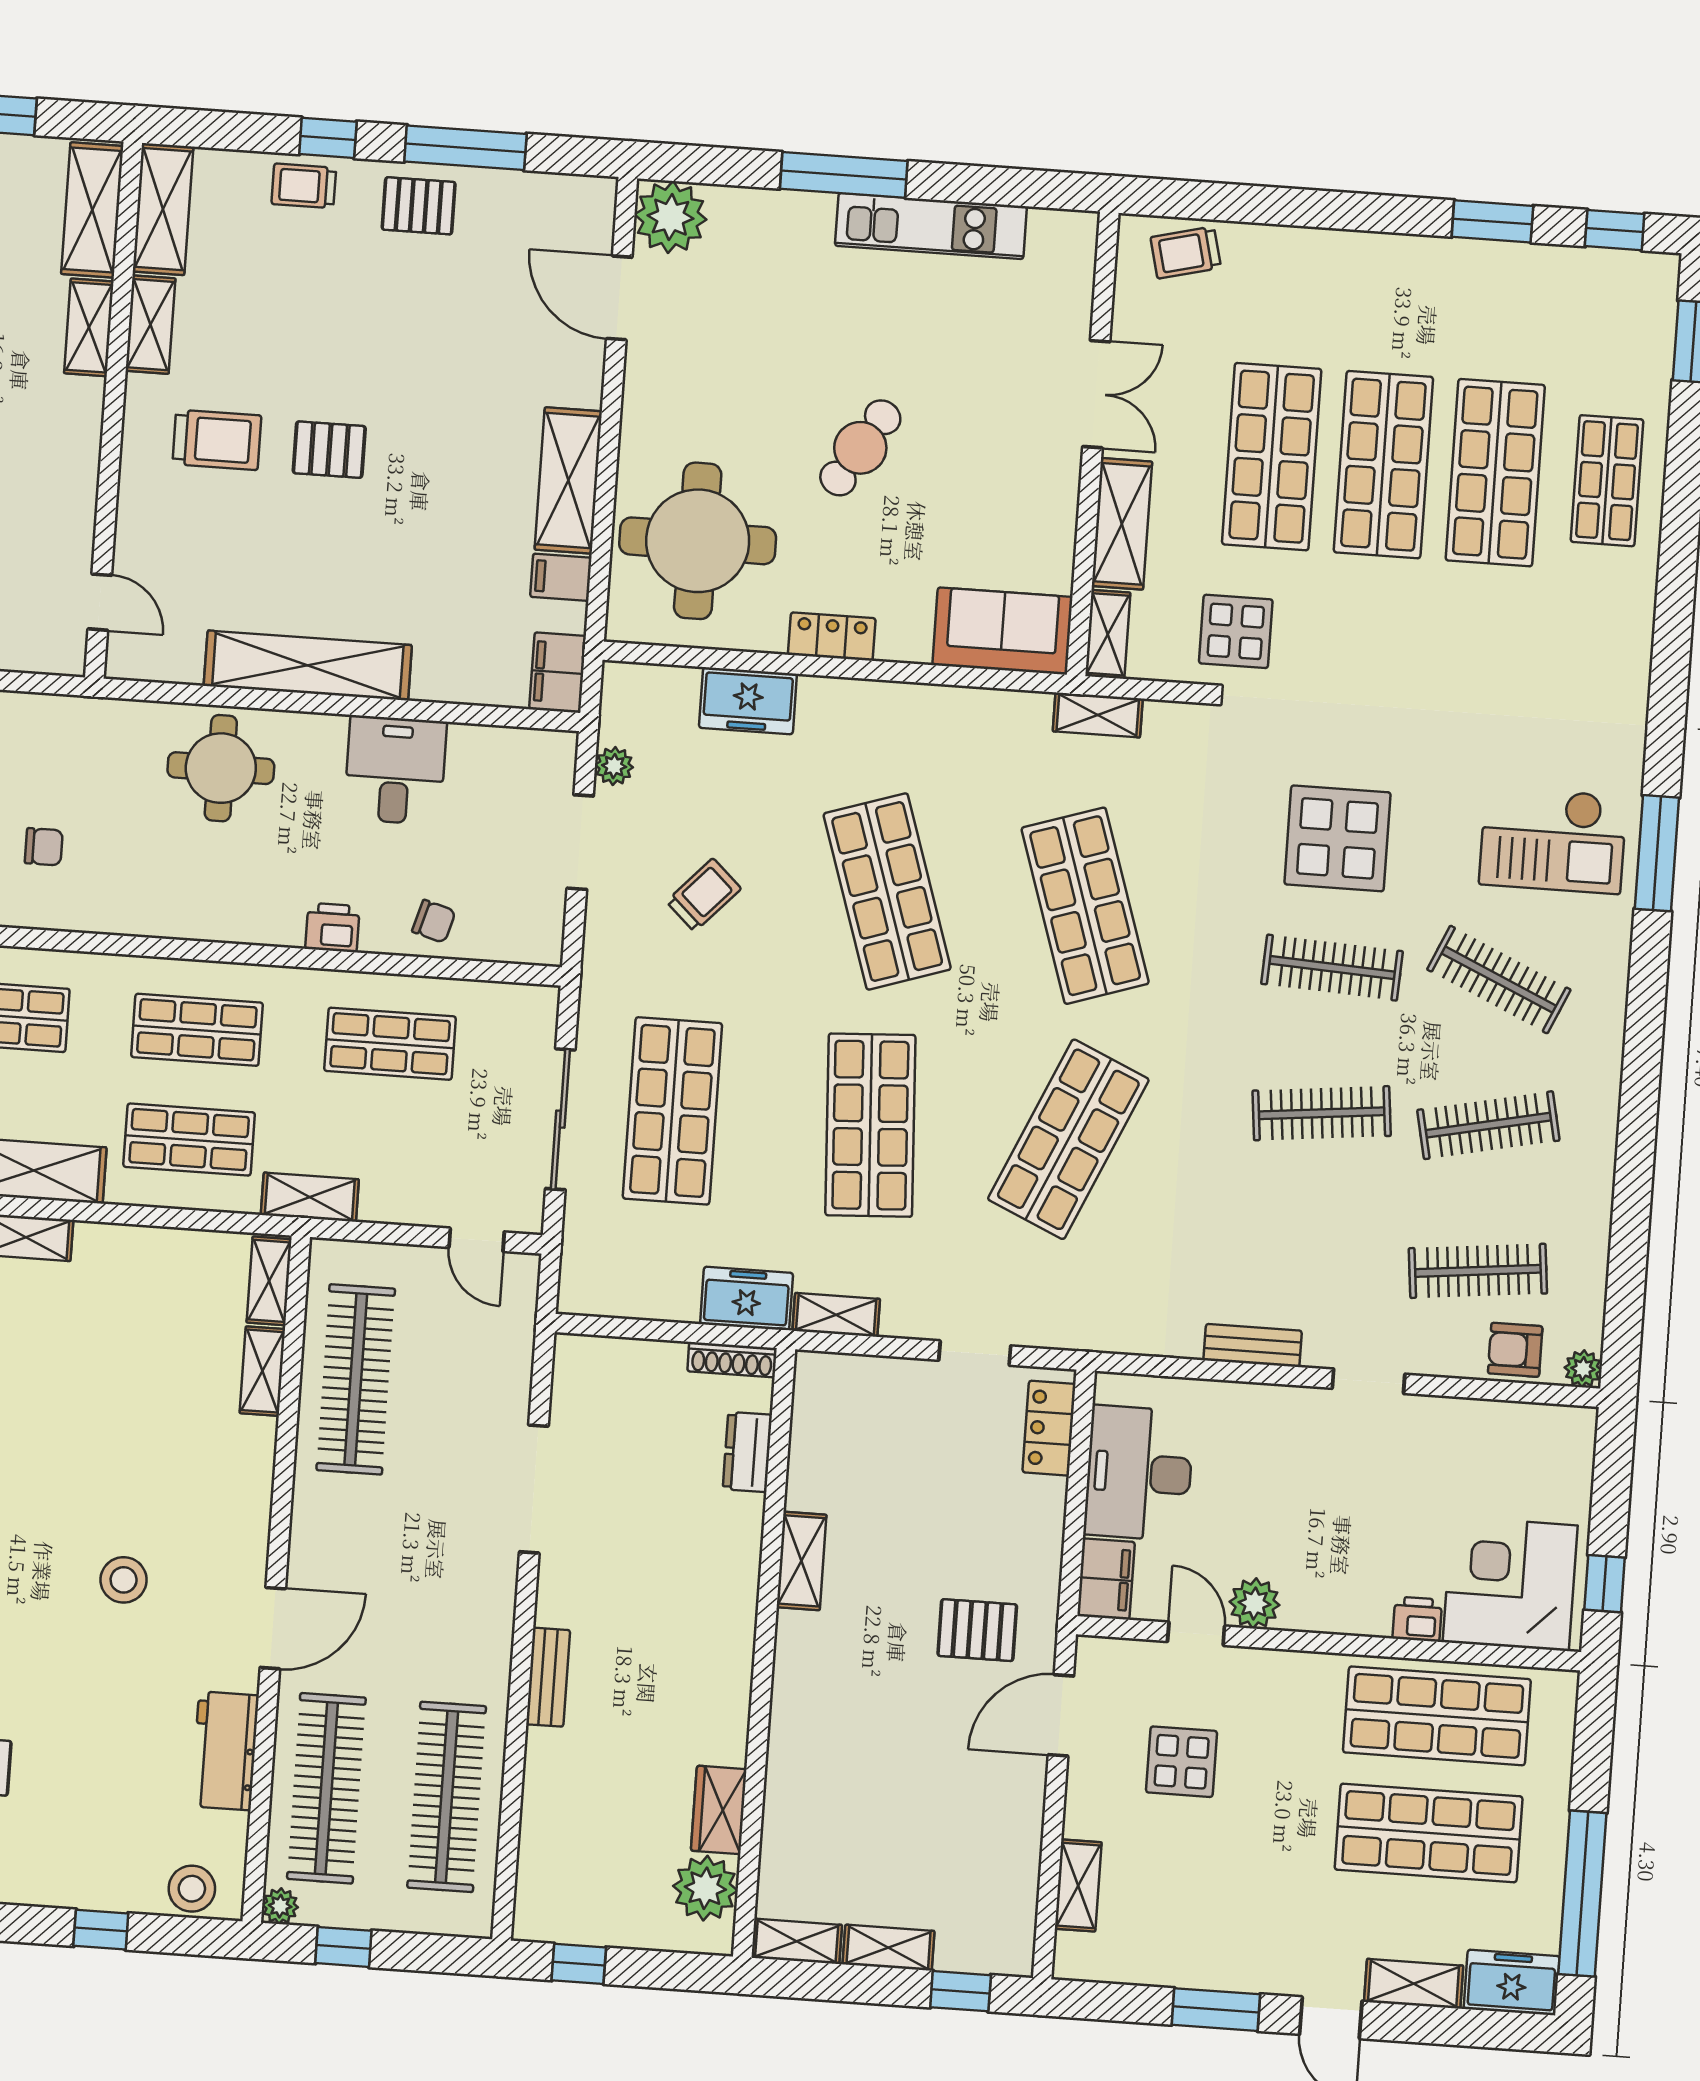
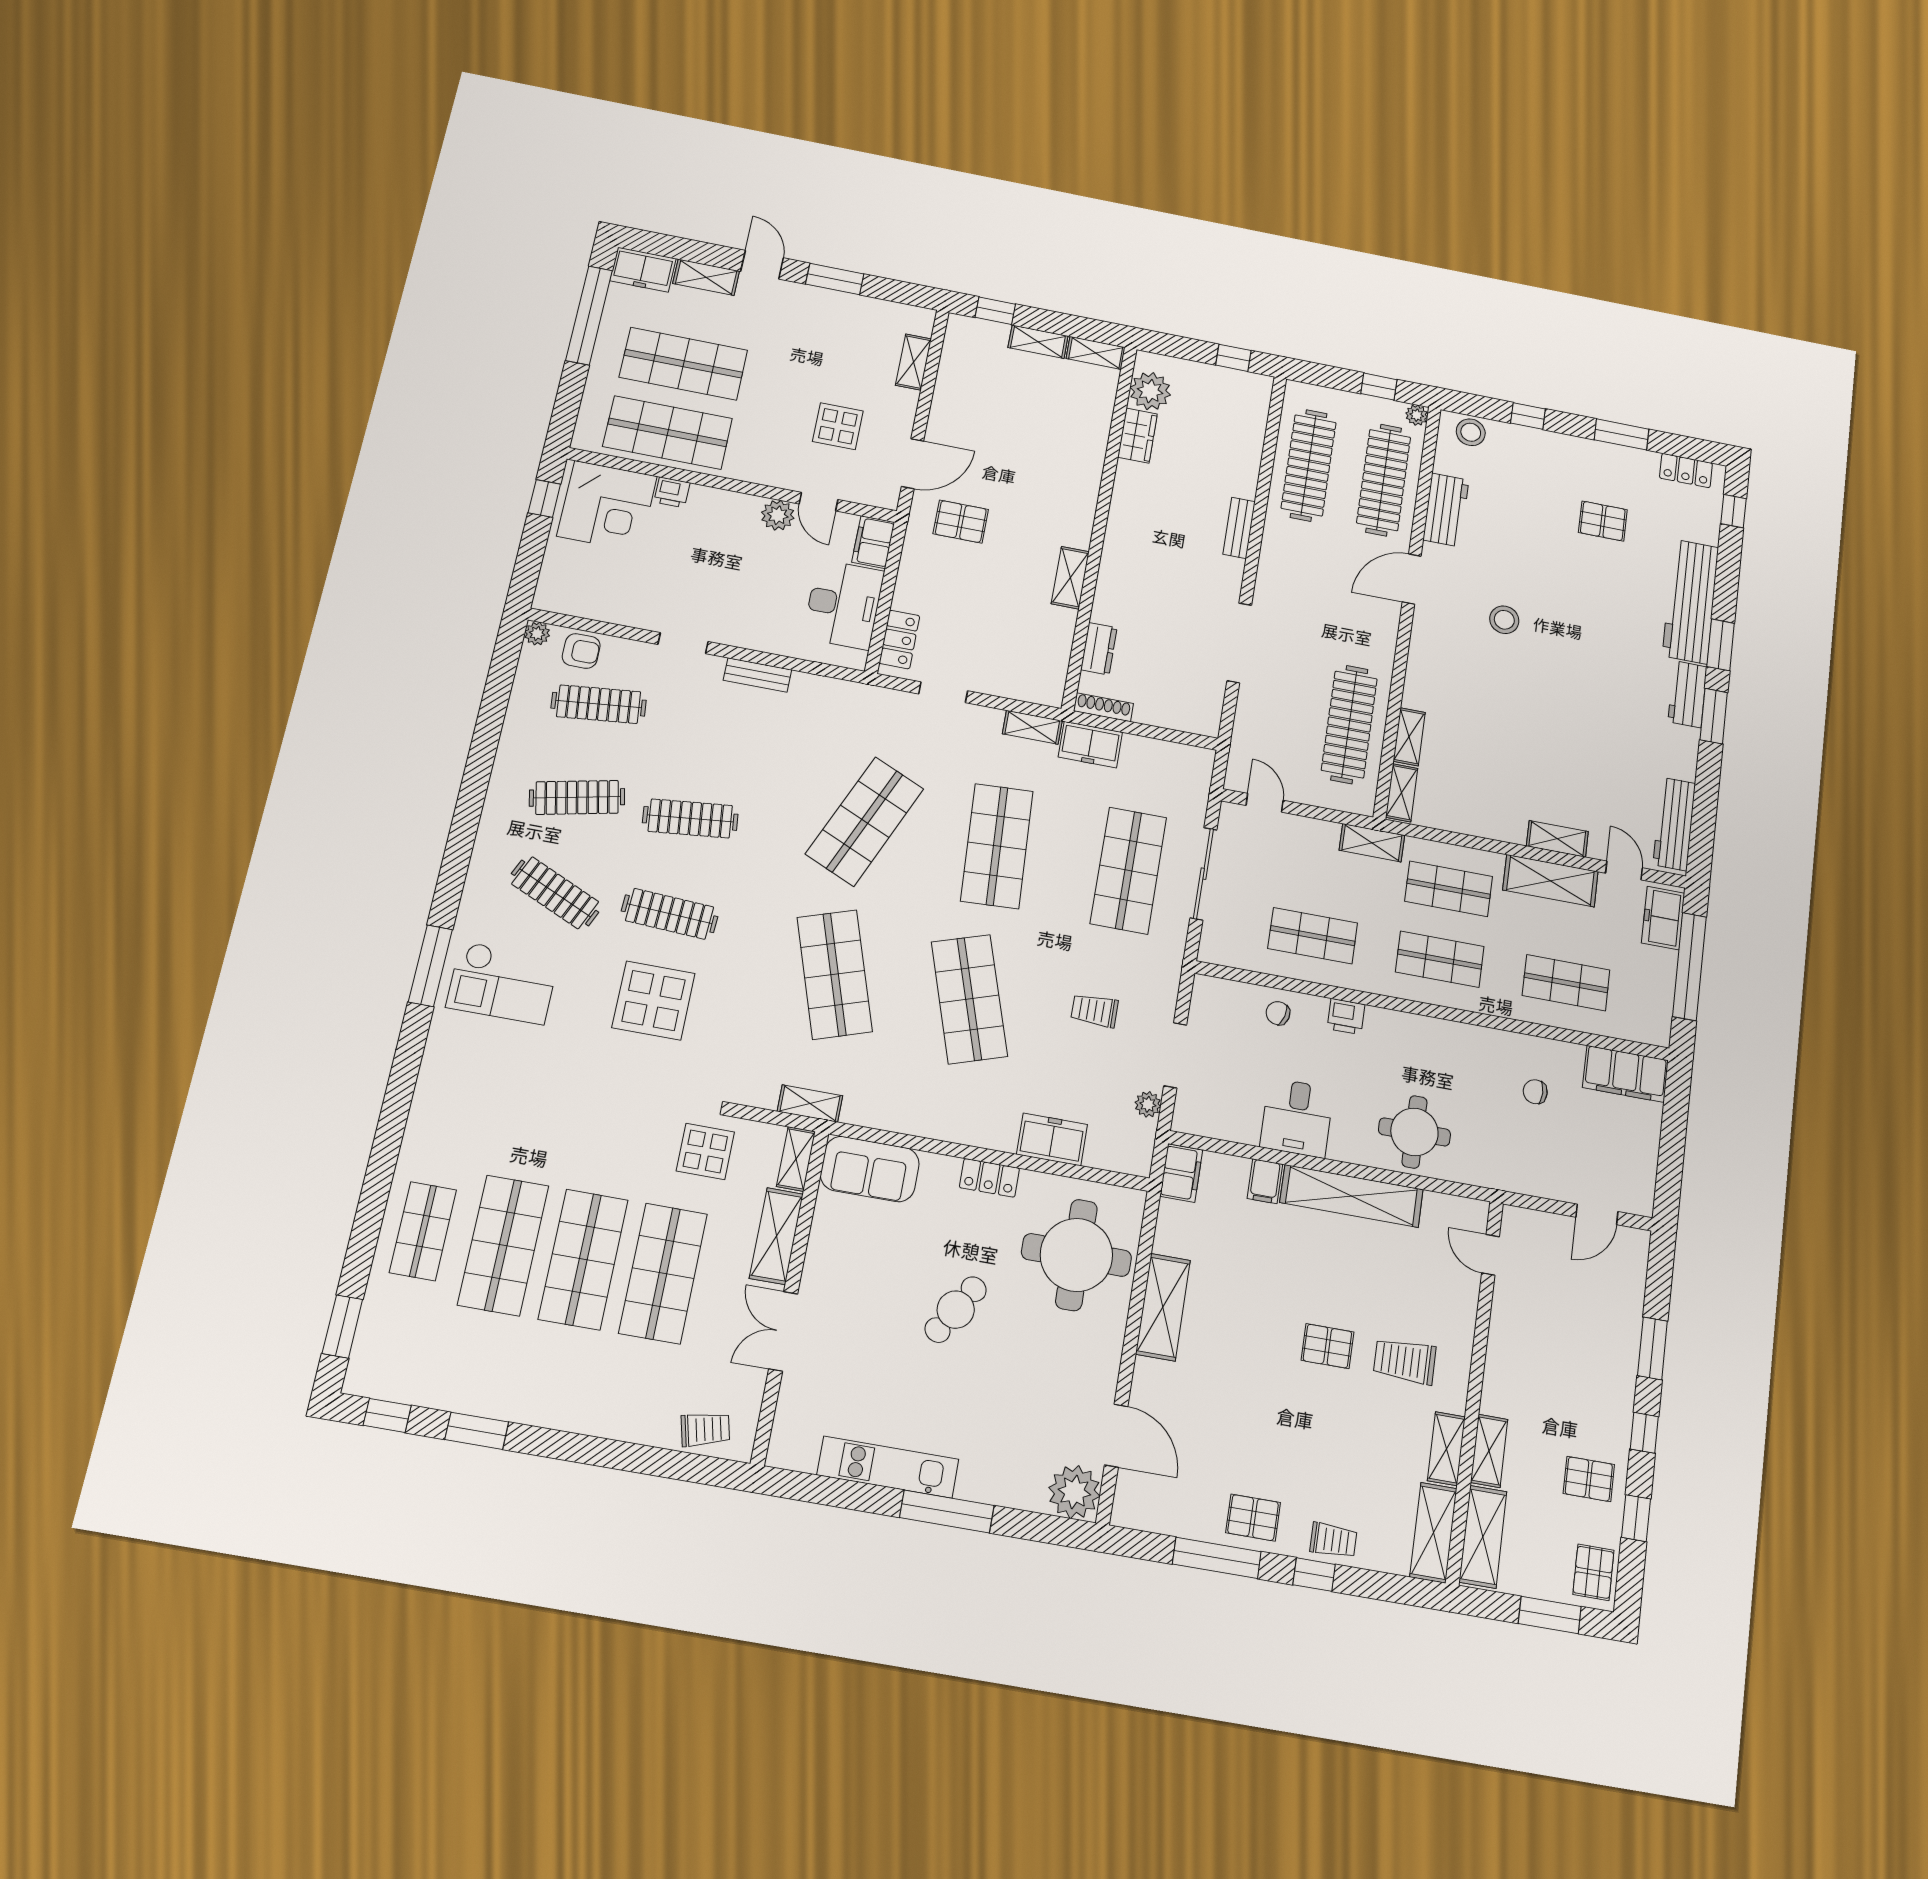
filing cabinet: (561, 577) -> (1265, 1181), moved, turned 90
checkout: (1553, 840) -> (502, 983), turned 180
trolley: (704, 895) -> (1095, 1010), turned 47

